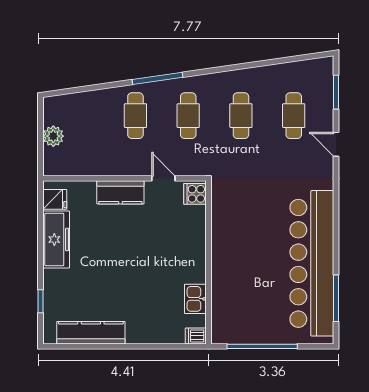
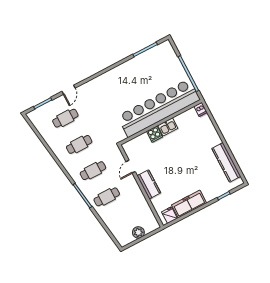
cooker: (195, 194) -> (154, 134), moved
bar counter: (312, 263) -> (159, 108), moved, turned 180
kitchen sink: (195, 299) -> (168, 127), moved

